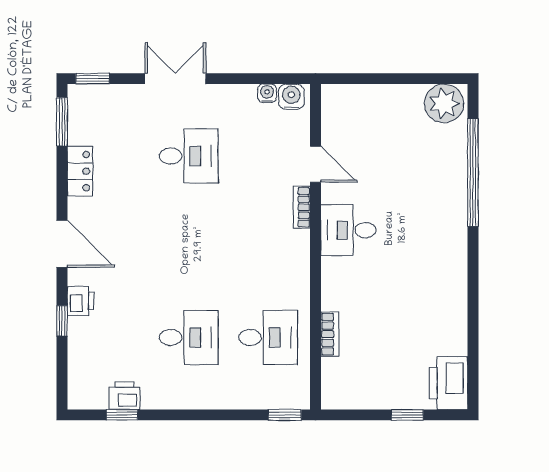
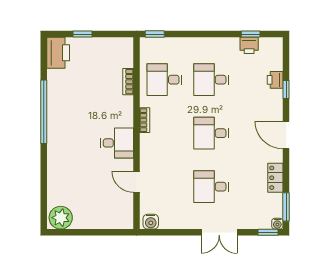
water cooler: (267, 93) -> (277, 224), moved
window: (473, 173) -> (44, 112), moved
bookcase: (302, 207) -> (145, 120), moved
desk: (189, 247) -> (211, 133), added
printer: (81, 301) -> (275, 80), moved

